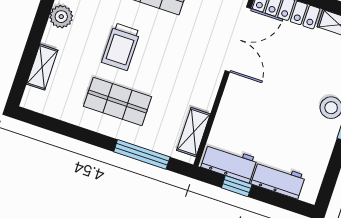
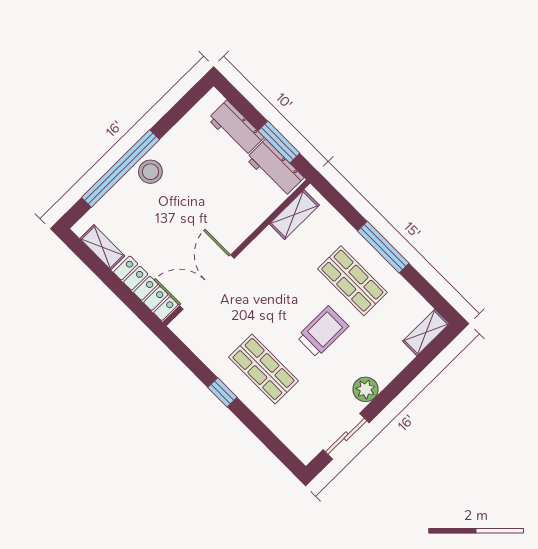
shelving: (42, 67) -> (426, 332), moved
window: (142, 154) -> (383, 247), moved
window: (237, 186) -> (279, 142), width x1.50

